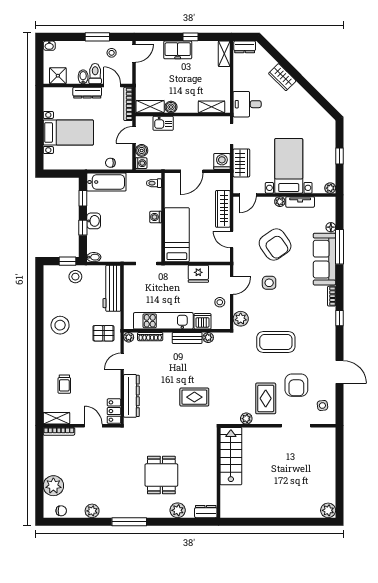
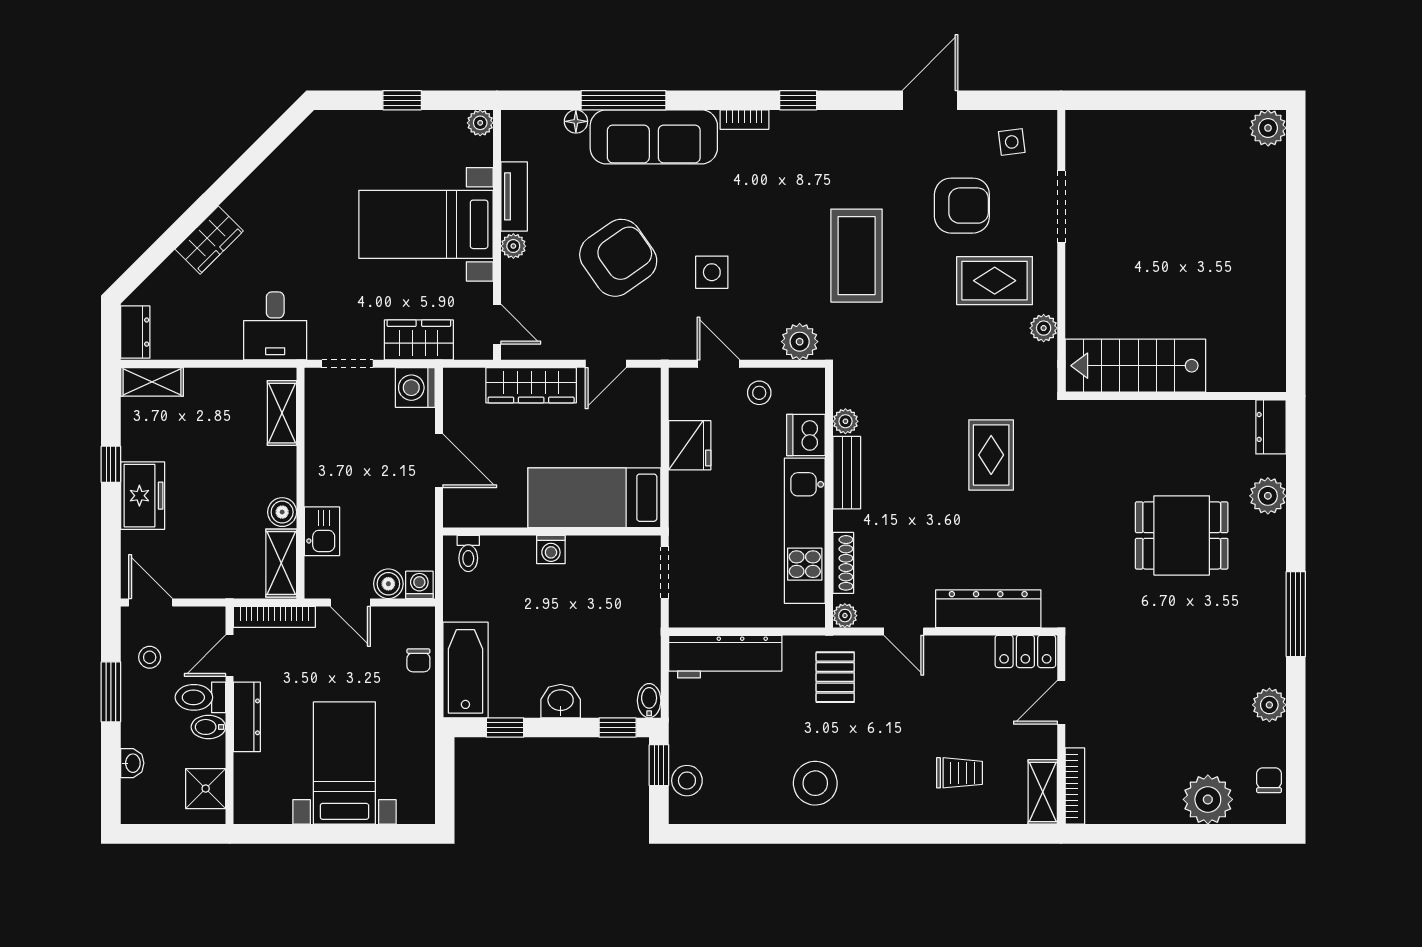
washbasin: (49, 46) -> (132, 763), moved
window: (83, 228) -> (618, 727), moved
stool: (75, 277) -> (687, 781), moved

